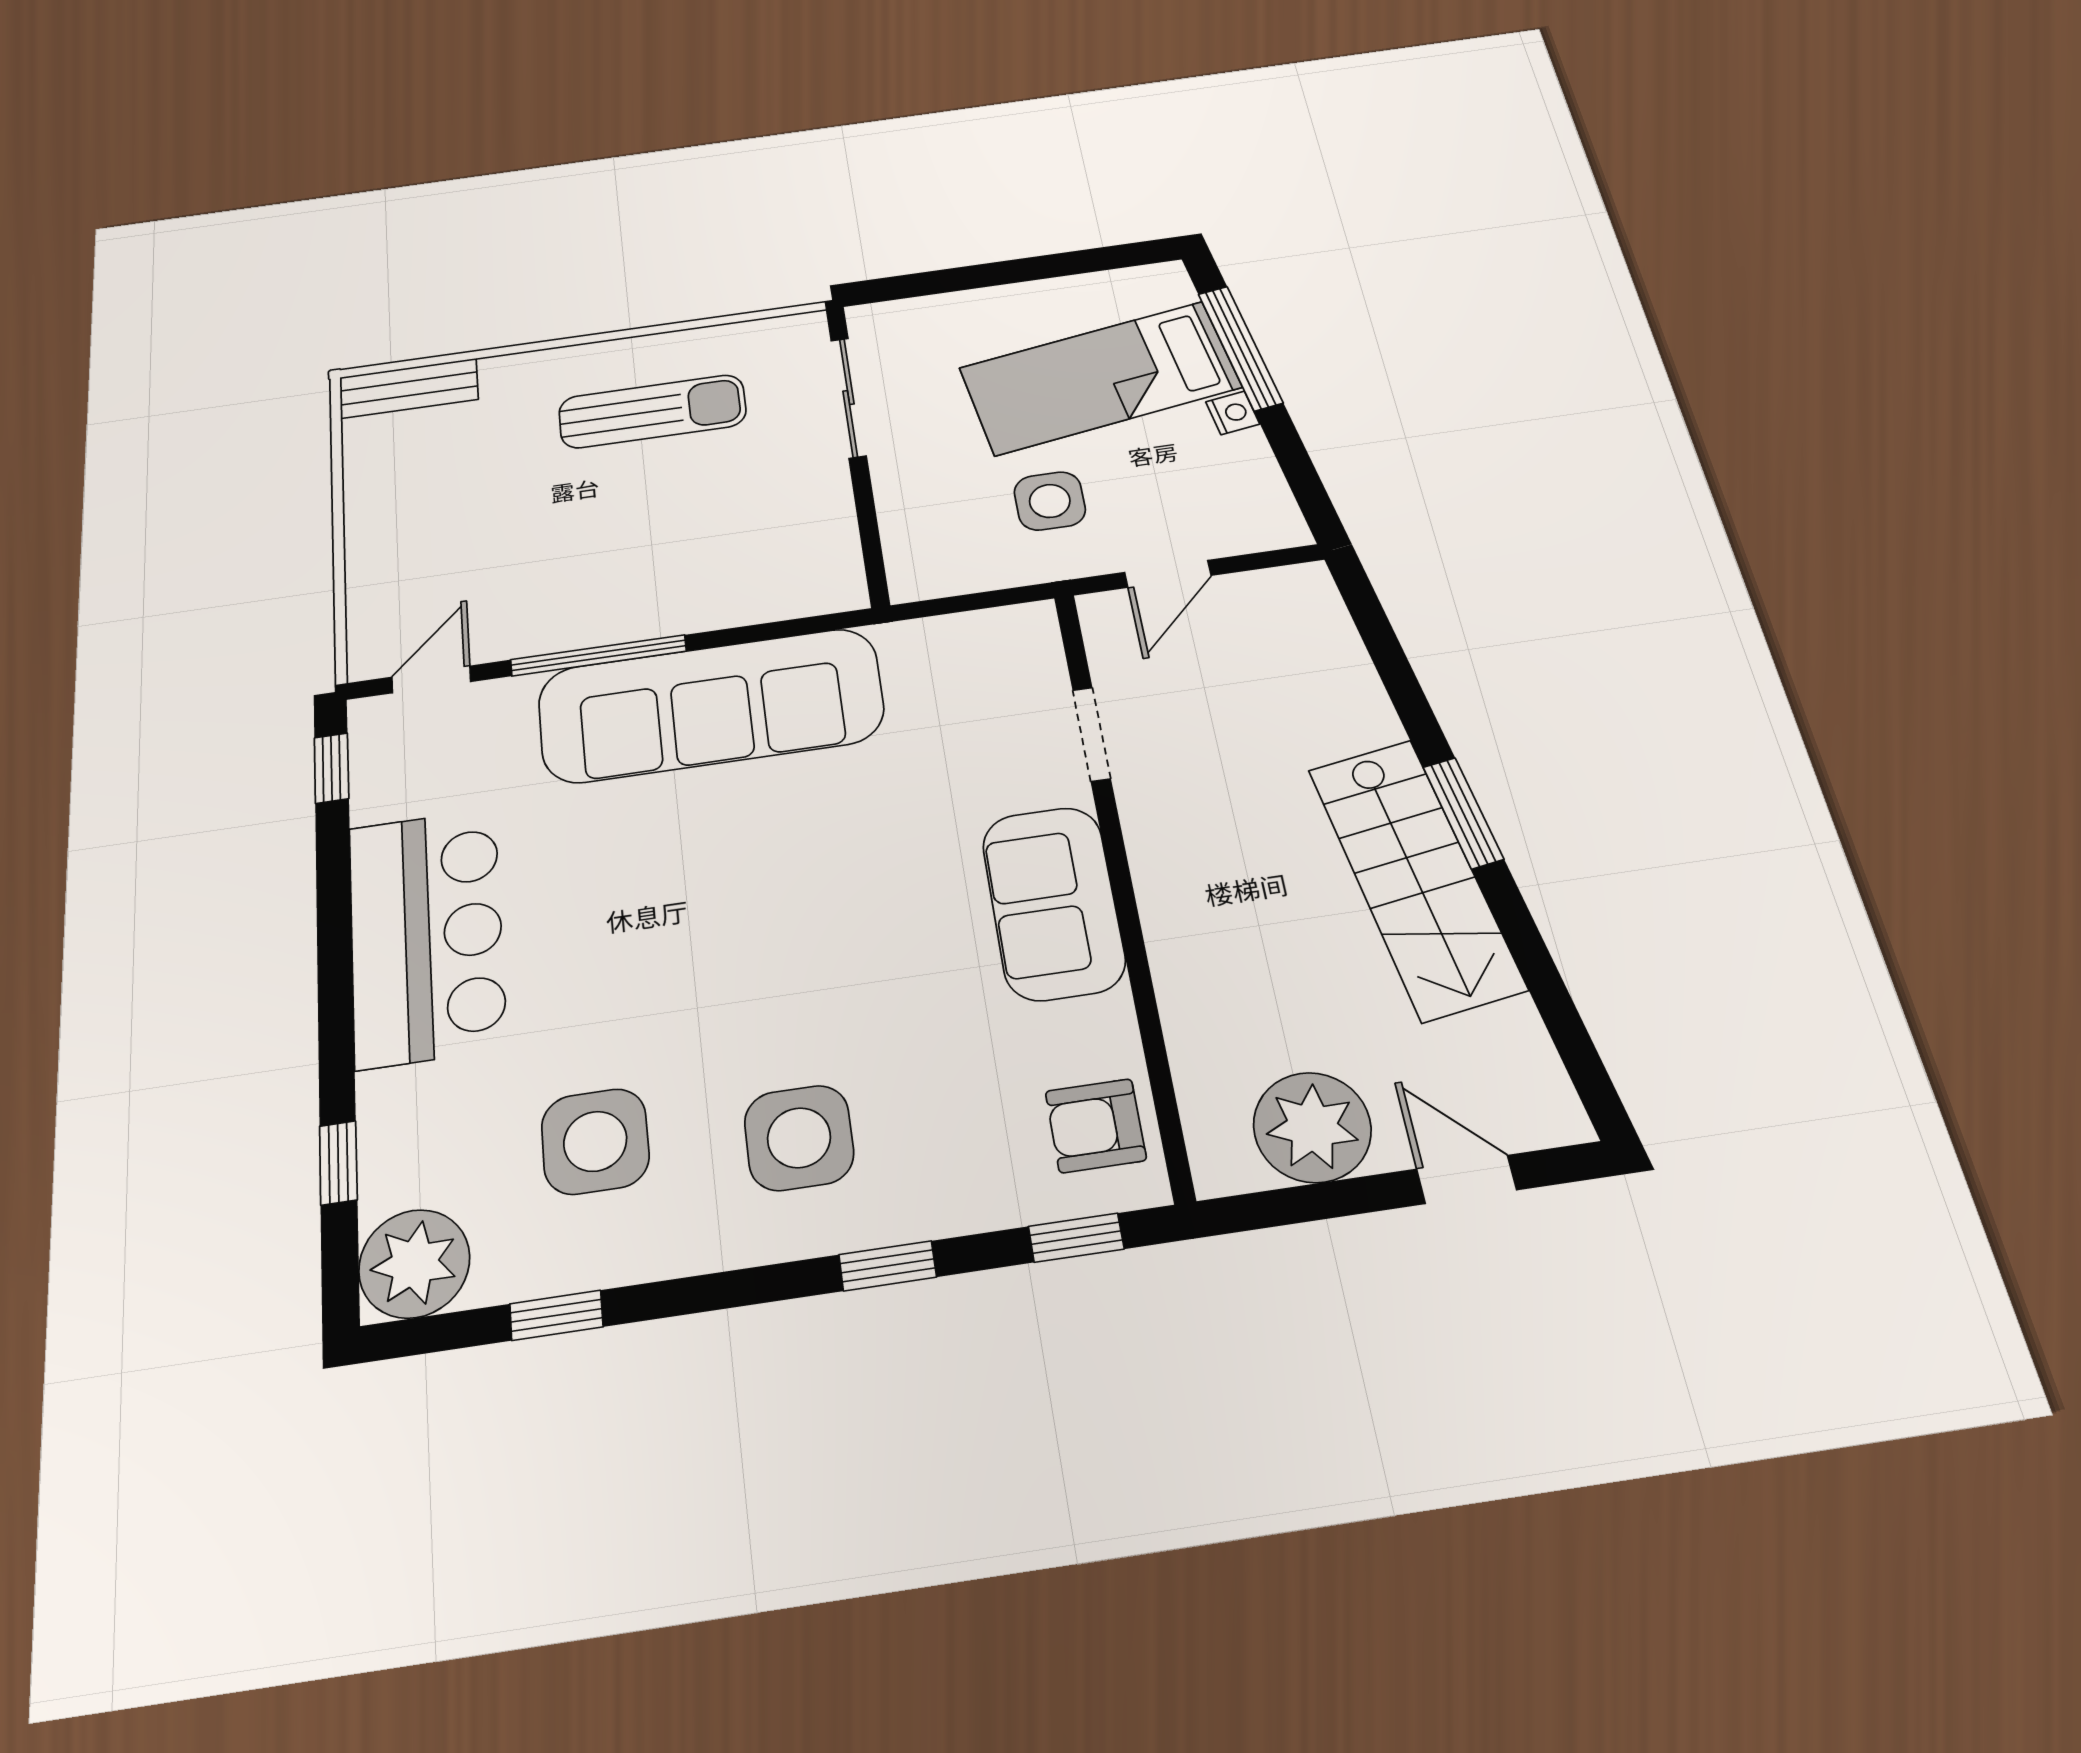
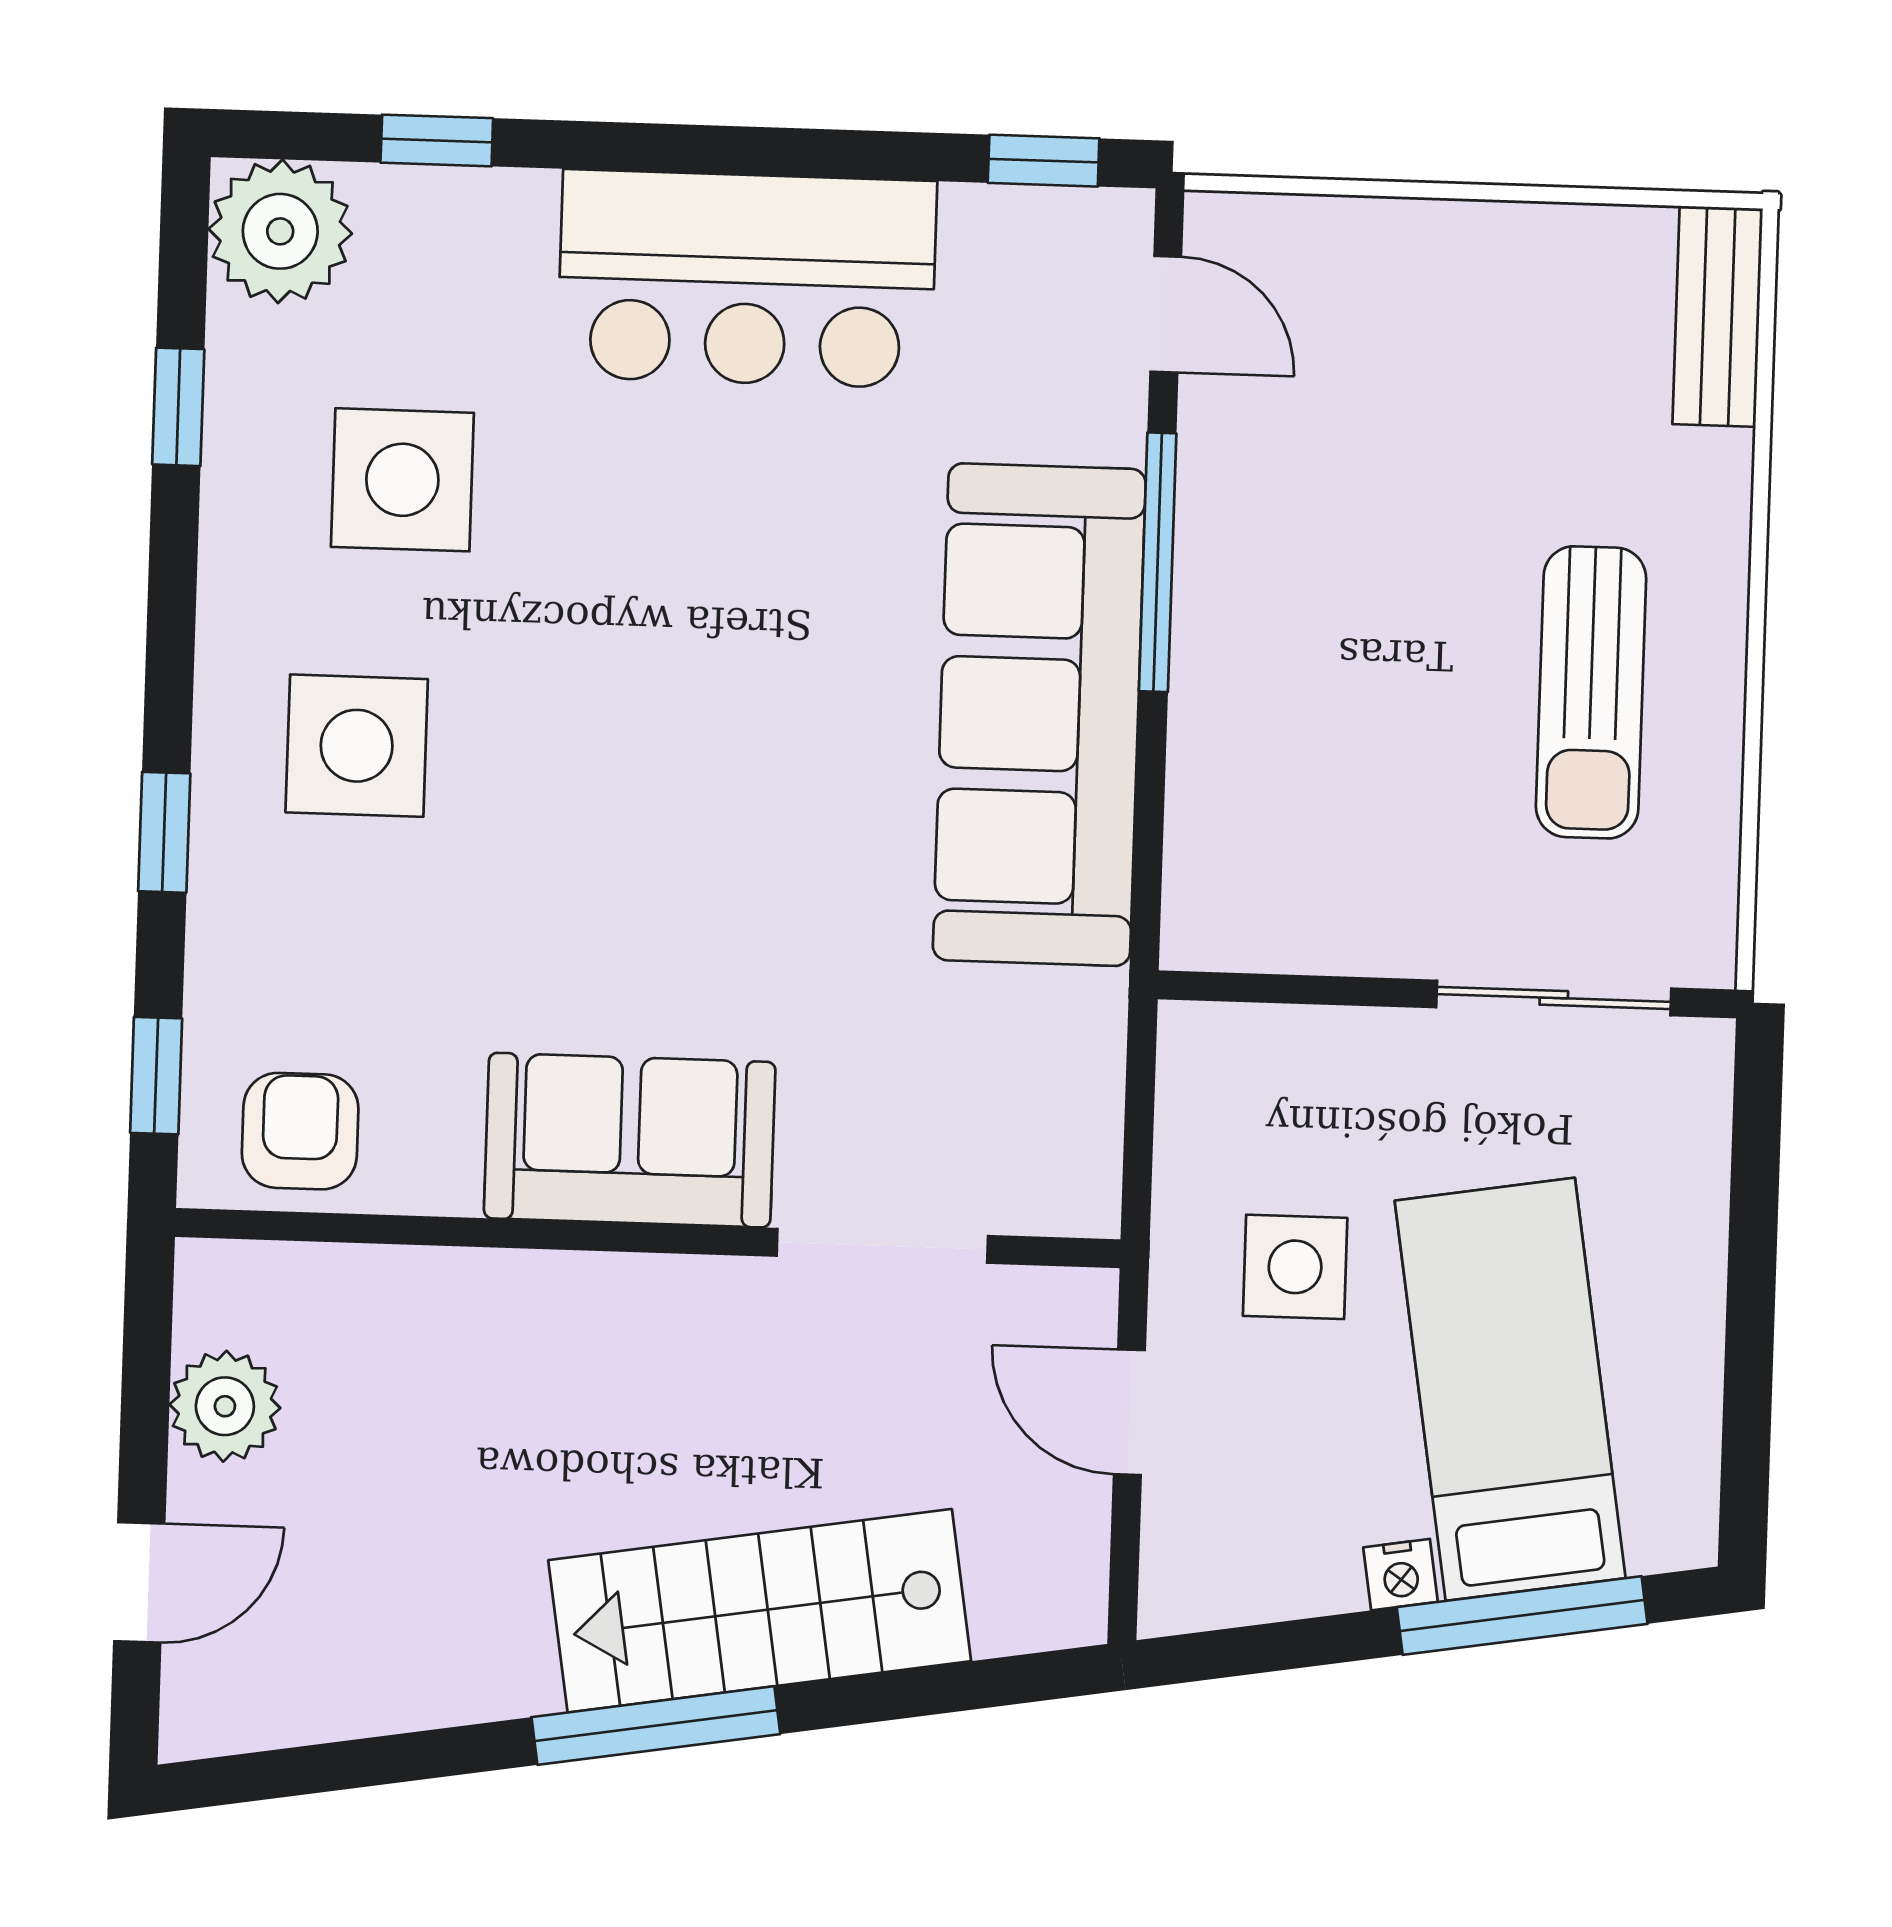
doorway: (1092, 734) -> (882, 1246), width x1.38
window: (1463, 813) -> (656, 1726), width x1.44
stairs: (1416, 878) -> (760, 1611), moved
plant: (1312, 1127) -> (225, 1406), width x0.73, depth x0.73

